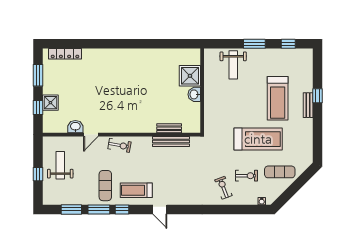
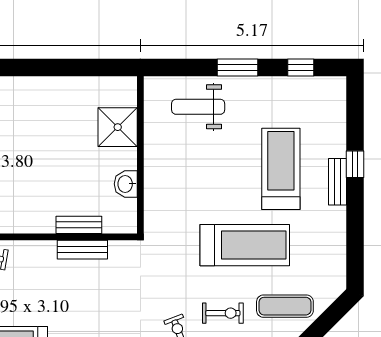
weight bench: (233, 65) -> (198, 107), turned 90
washbasin: (194, 94) -> (126, 184), moved
treadmill: (278, 98) -> (281, 169), turned 180
bench: (171, 142) -> (82, 250), width x0.73

